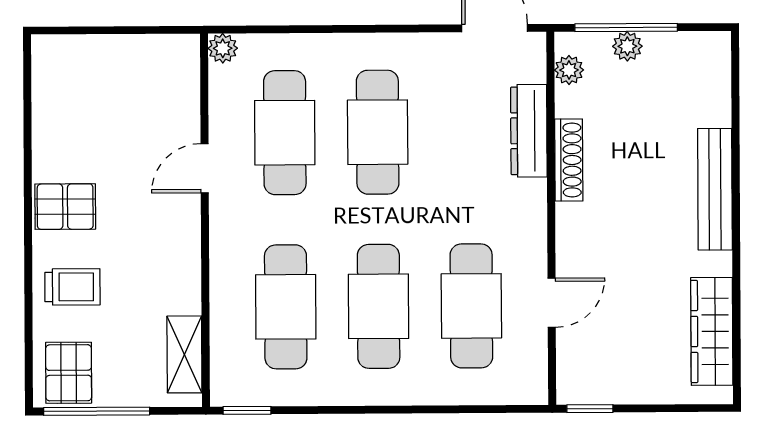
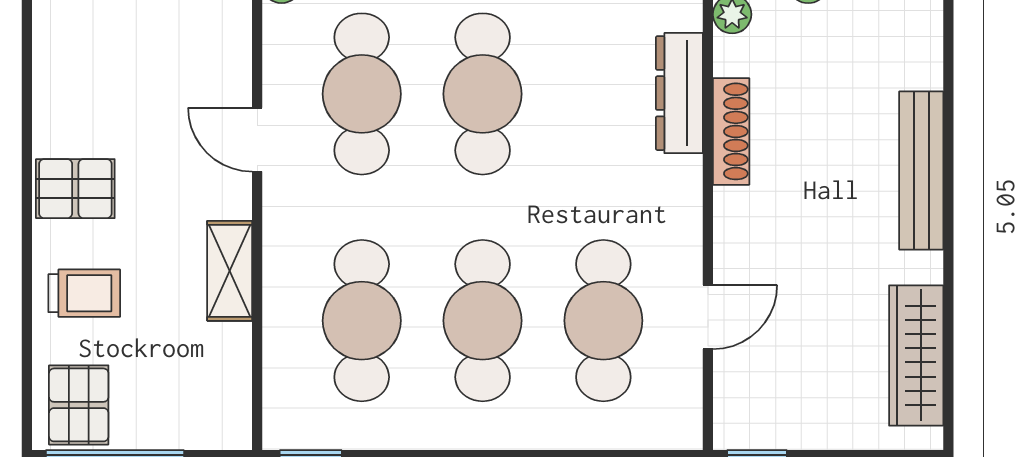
door: (205, 168) -> (257, 140), hinge flipped
shelving: (184, 354) -> (230, 271), moved

